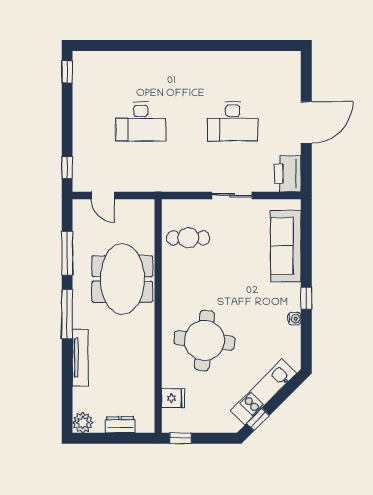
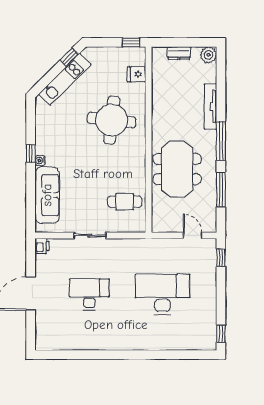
desk: (141, 121) -> (162, 294), width x1.36, depth x1.30
printer: (288, 174) -> (42, 246), width x0.53, depth x0.68
water cooler: (295, 319) -> (40, 160), moved

